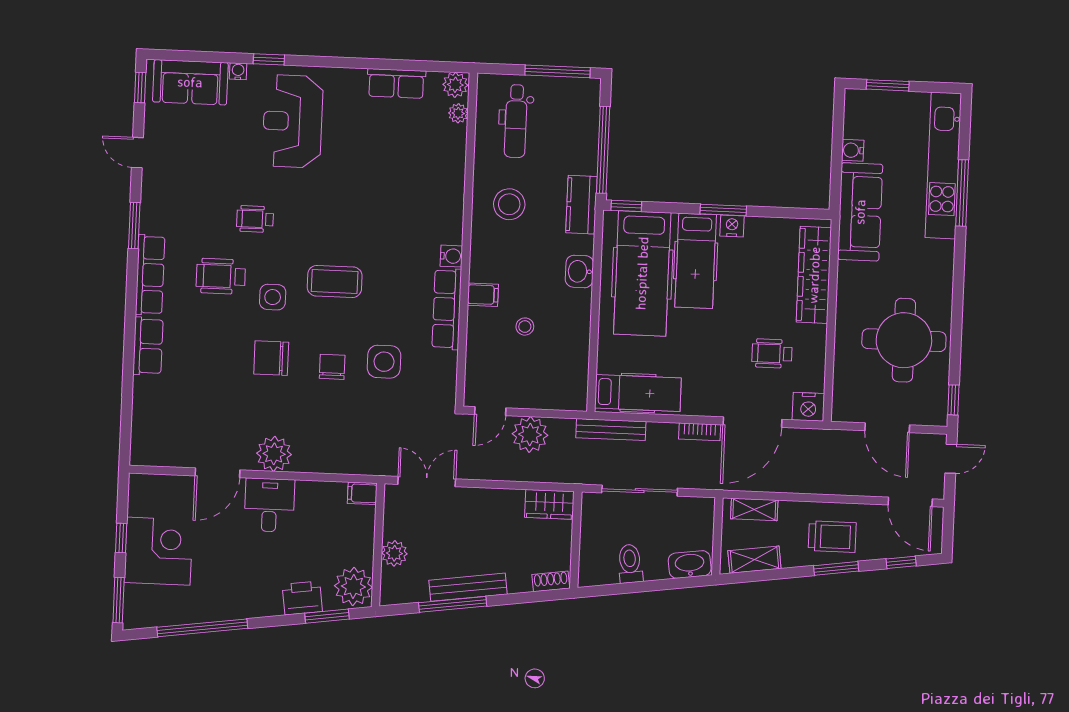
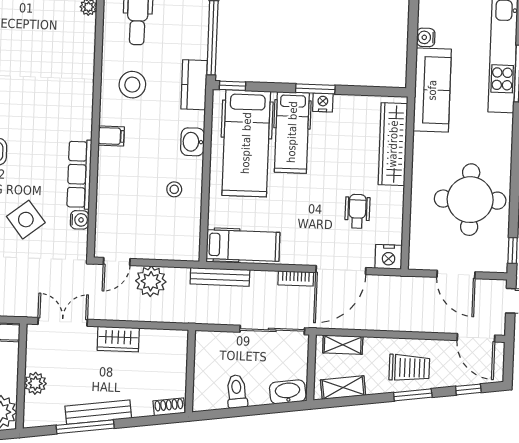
water cooler: (451, 256) -> (80, 220), moved
filing cabinet: (483, 295) -> (111, 136), moved
stool: (525, 327) -> (174, 189), moved
wheelchair: (772, 353) -> (357, 211), turned 90
side table: (384, 362) -> (26, 220), turned -38
sliding door: (640, 491) -> (272, 330), moved
wardrobe: (549, 504) -> (118, 339), moved

